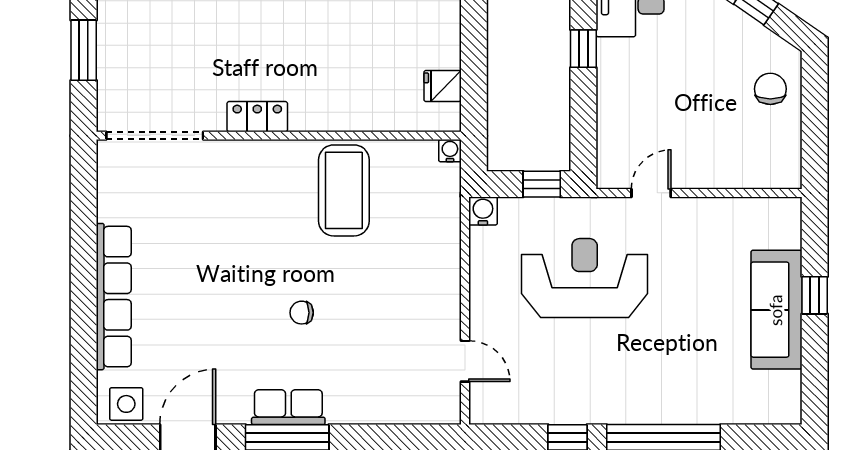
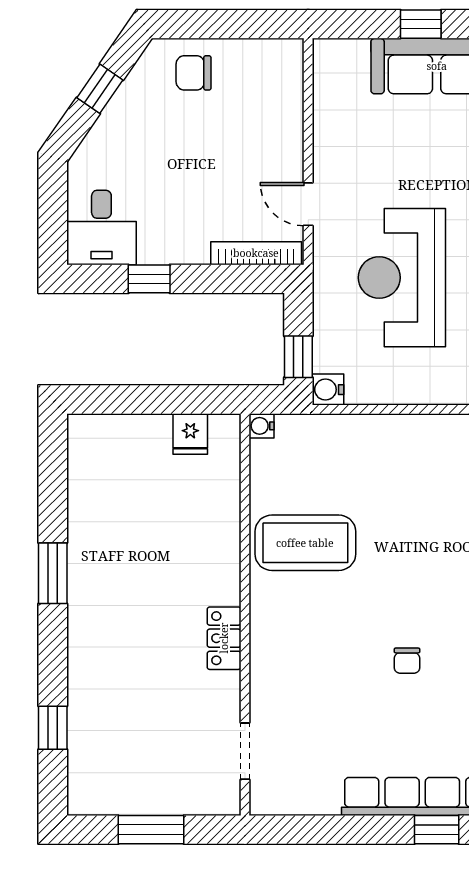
doorway: (155, 136) -> (245, 751), width x0.53
bookcase: (607, 146) -> (256, 253), added
window: (542, 184) -> (298, 357), moved
window: (84, 310) -> (437, 830), added
chair: (302, 313) -> (407, 661), moved

